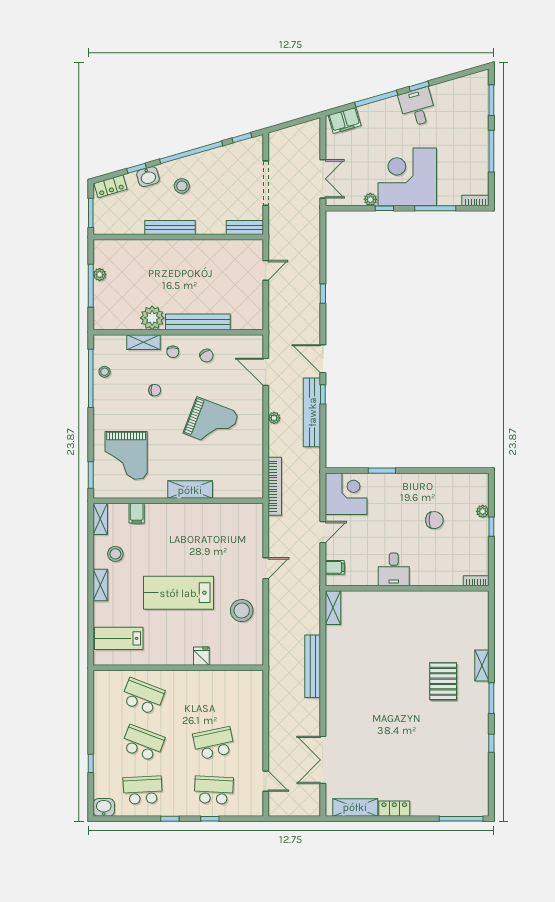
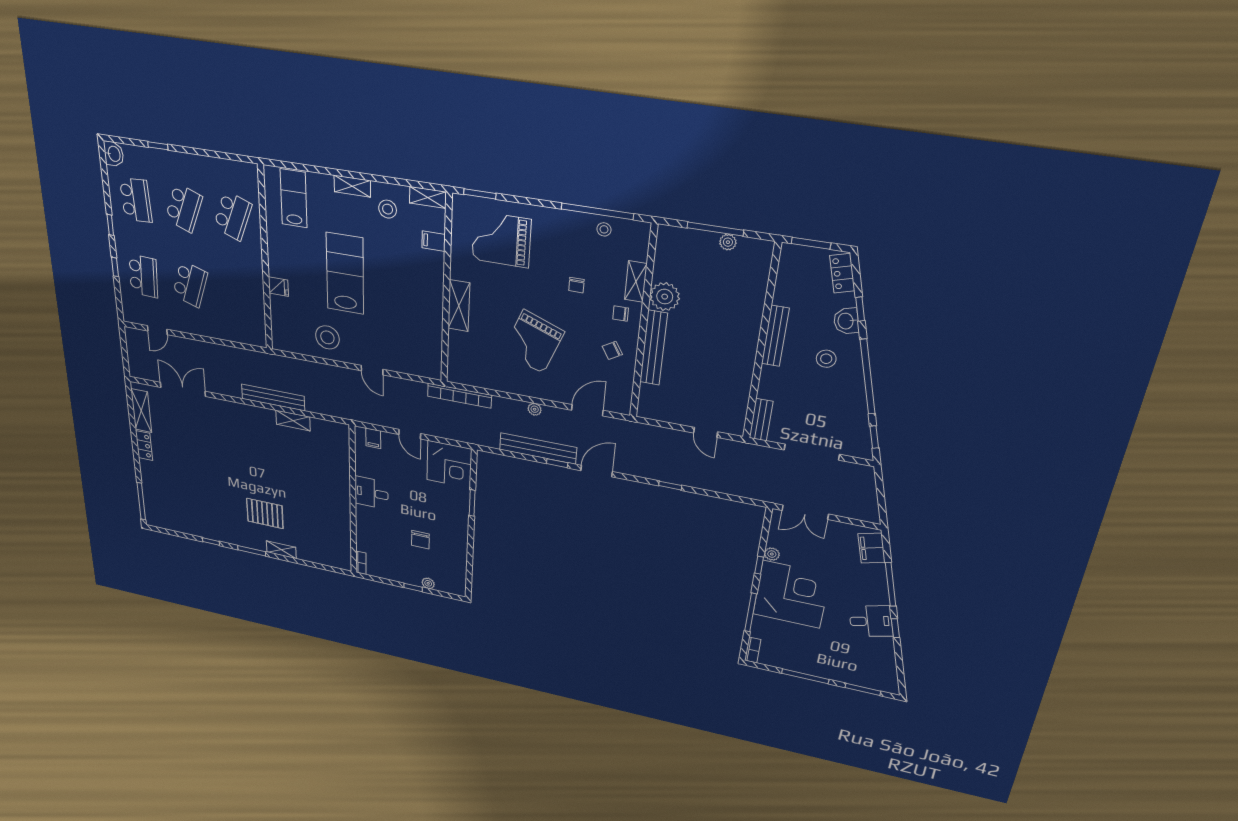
shelving: (333, 608) -> (293, 421), moved
school desk: (214, 743) -> (190, 284), turned 30

